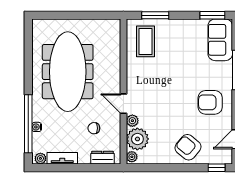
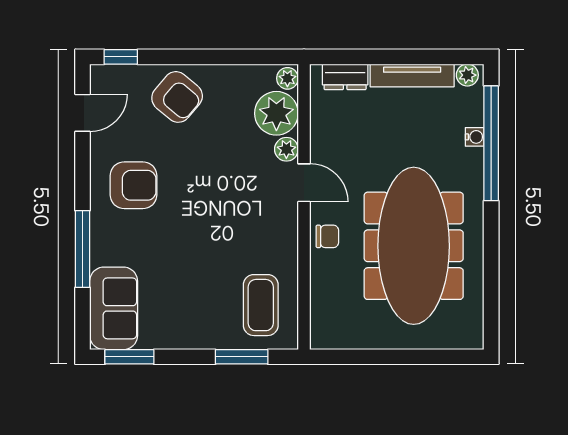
chair: (94, 128) -> (327, 236), moved
tv unit: (62, 158) -> (412, 75), width x1.41

